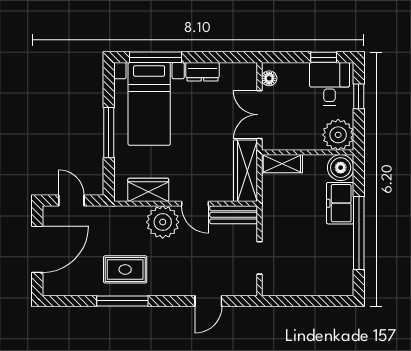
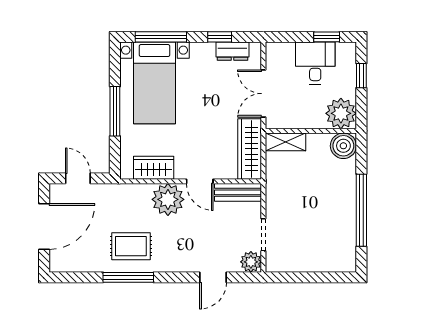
window: (215, 57) -> (220, 37), added
dresser: (203, 72) -> (232, 51), moved
floor lamp: (269, 78) -> (273, 58), removed
desk: (329, 84) -> (315, 63), moved
freezer: (340, 203) -> (343, 181), removed
plant: (247, 285) -> (251, 262), added

